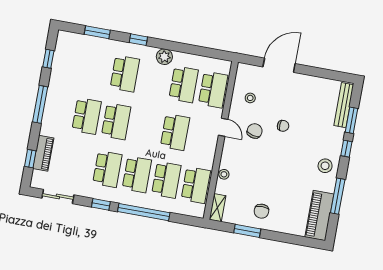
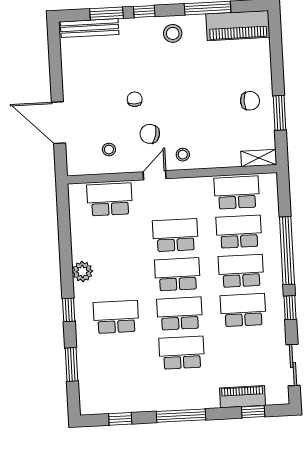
school desk: (184, 84) -> (177, 274), moved
stool: (224, 174) -> (183, 155), moved

